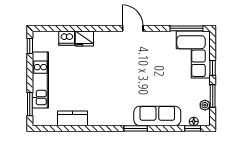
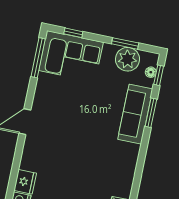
window: (213, 68) -> (73, 33), moved
plant: (205, 105) -> (128, 59), width x1.87, depth x1.87
window: (136, 128) -> (151, 113), moved

